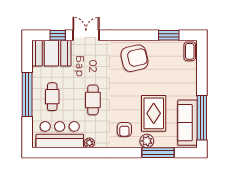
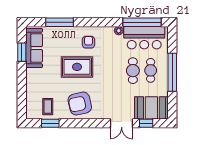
coffee table: (190, 51) -> (48, 107), moved
cafe table: (93, 100) -> (133, 71), moved
rug: (154, 113) -> (77, 67), moved, turned 90
window: (202, 118) -> (22, 52), width x0.47
plant: (147, 141) -> (69, 32), removed
window: (62, 153) -> (142, 22), added

